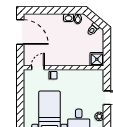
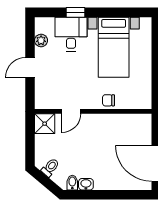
door: (38, 68) -> (71, 111), moved

